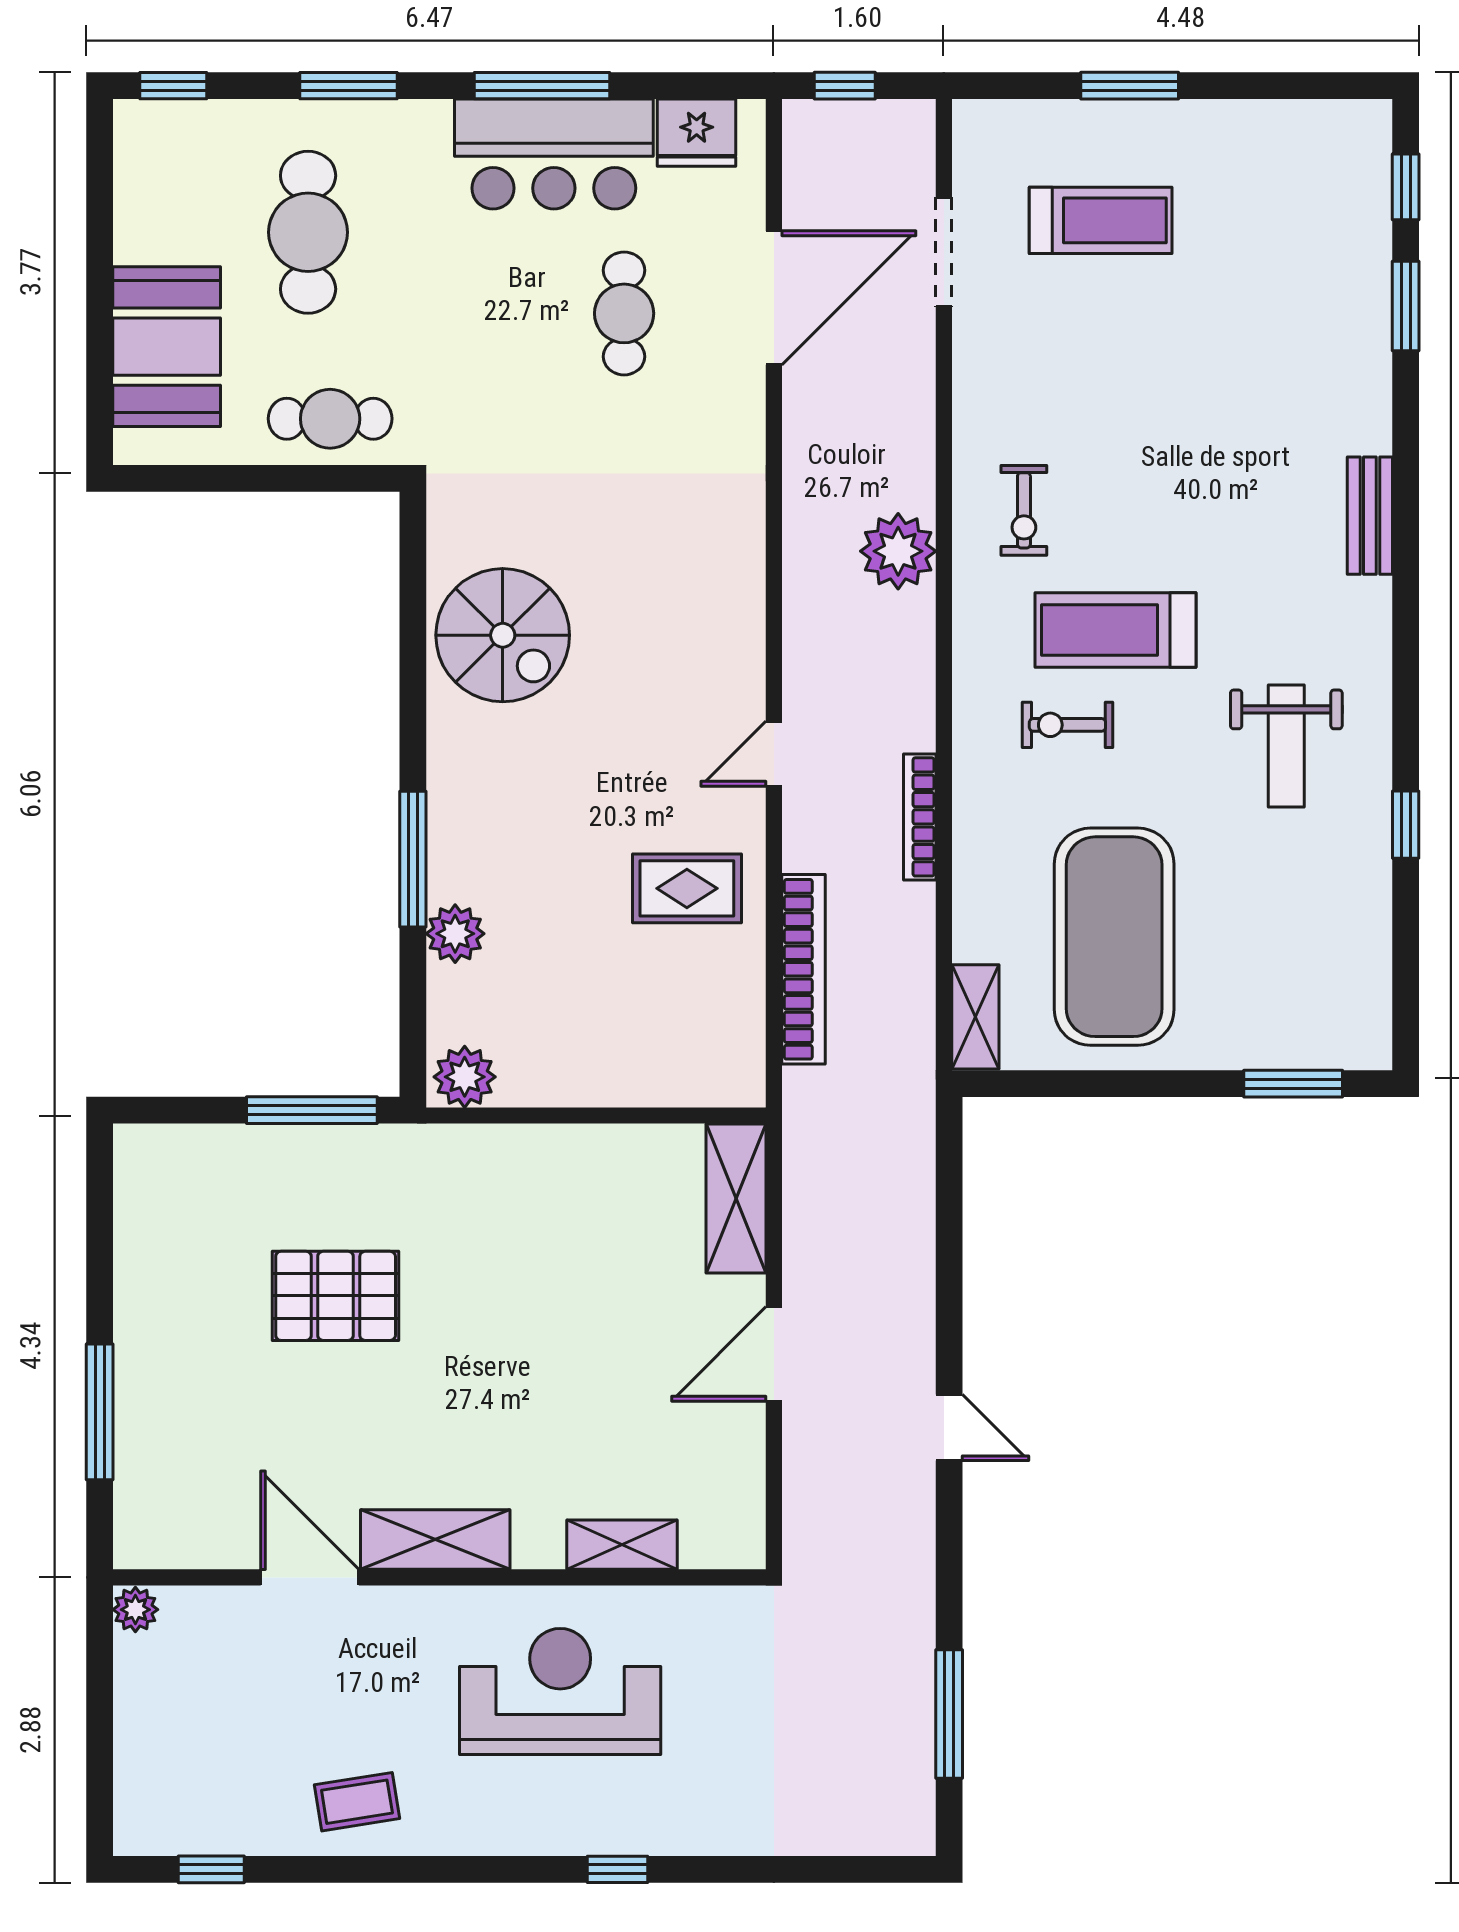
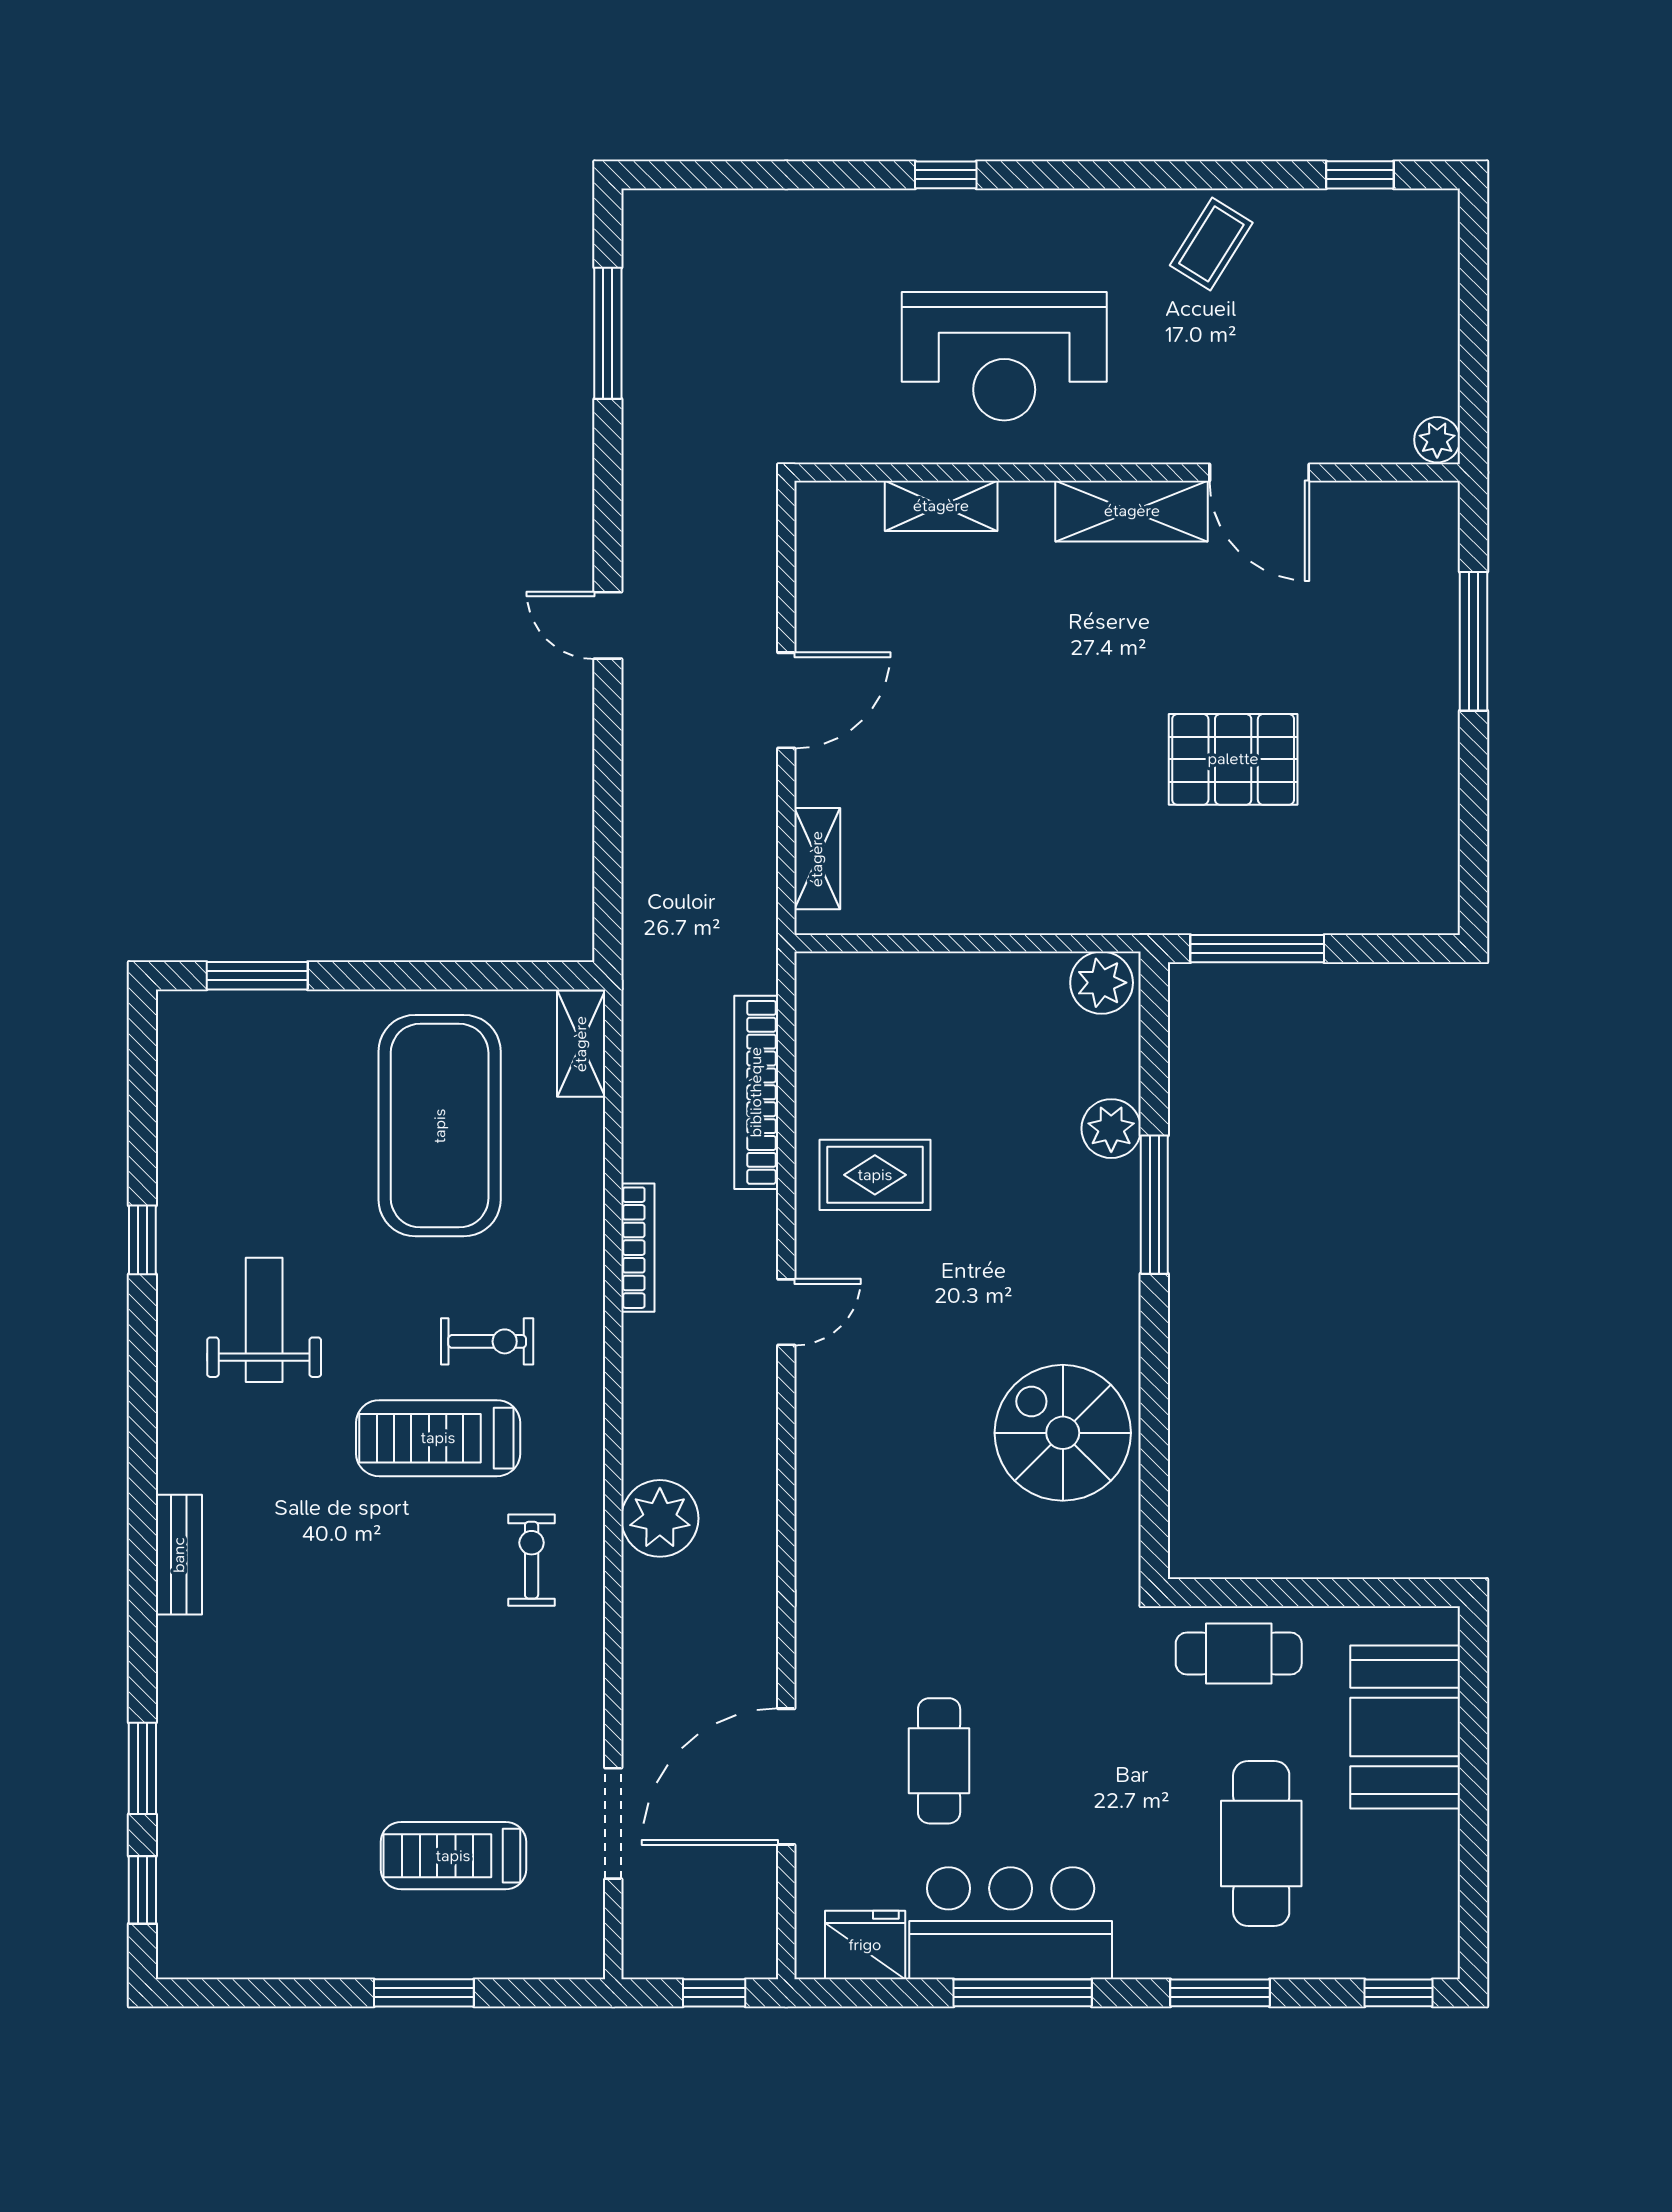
treadmill: (1116, 630) -> (438, 1438), turned 180
shelving: (736, 1199) -> (817, 859), width x0.67, depth x0.75
coffee table: (357, 1802) -> (1211, 244), turned -49

